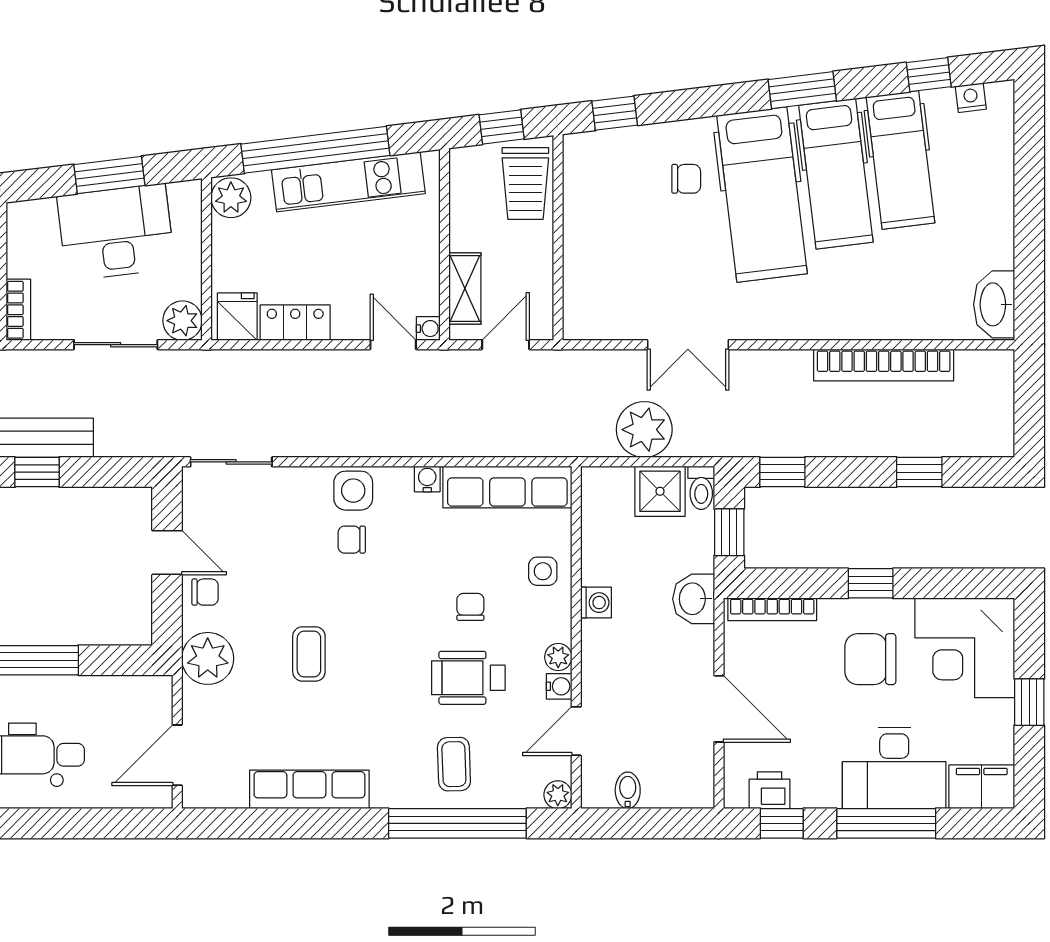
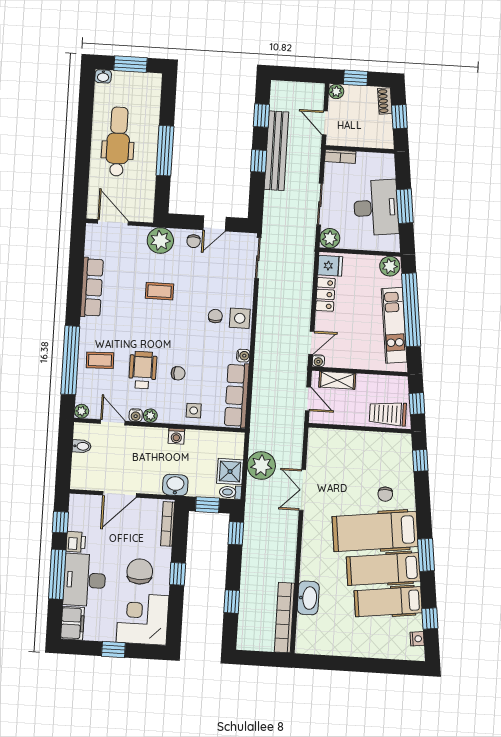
washbasin: (994, 304) -> (308, 598), moved, turned 90
bookcase: (884, 365) -> (284, 618), moved
printer: (770, 790) -> (76, 542), moved

